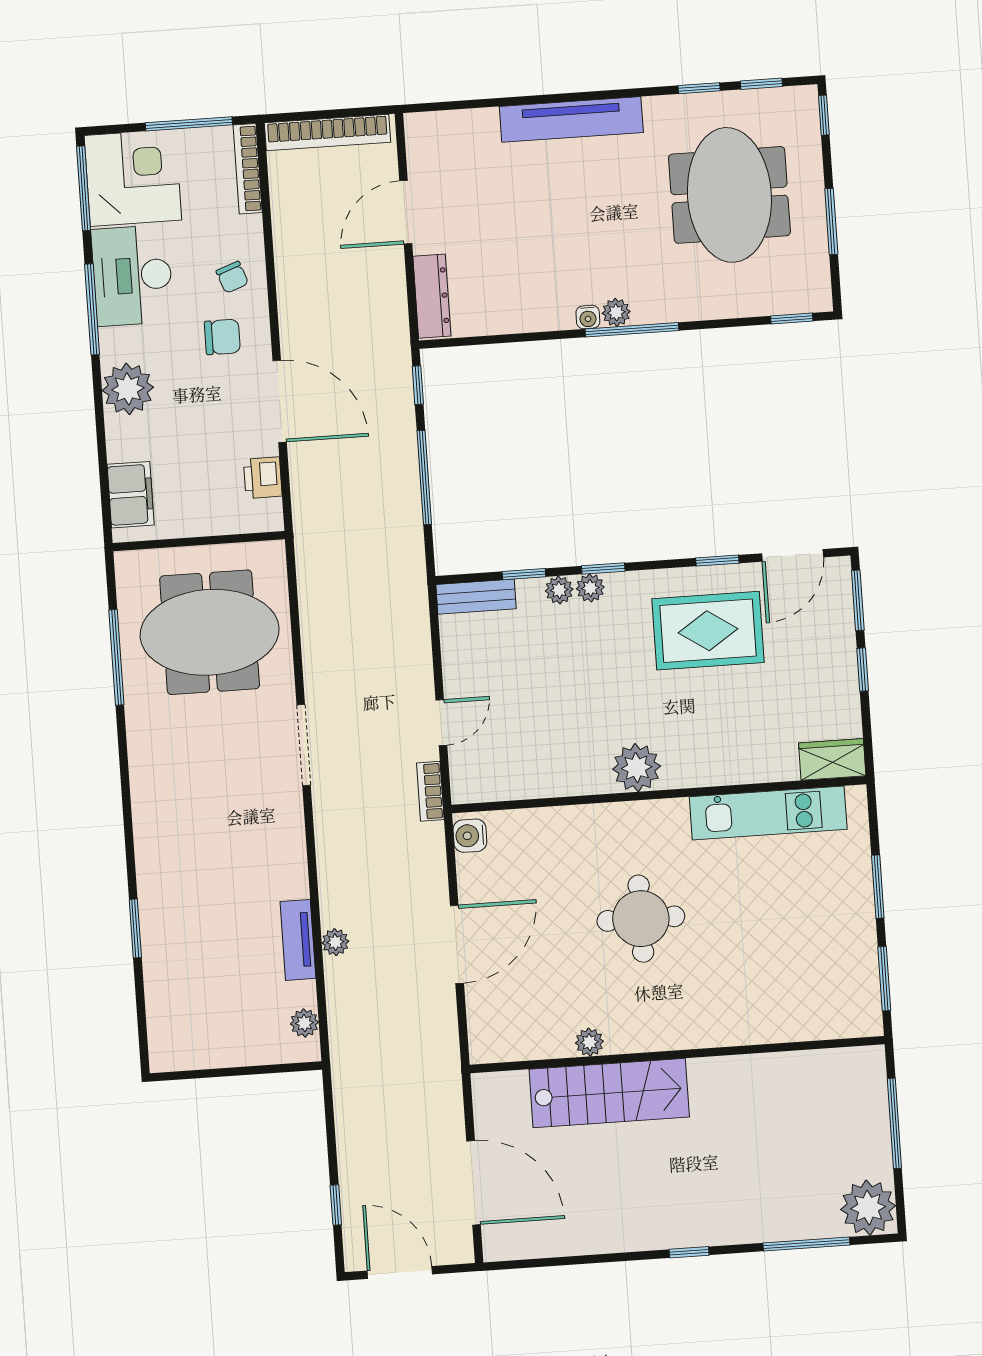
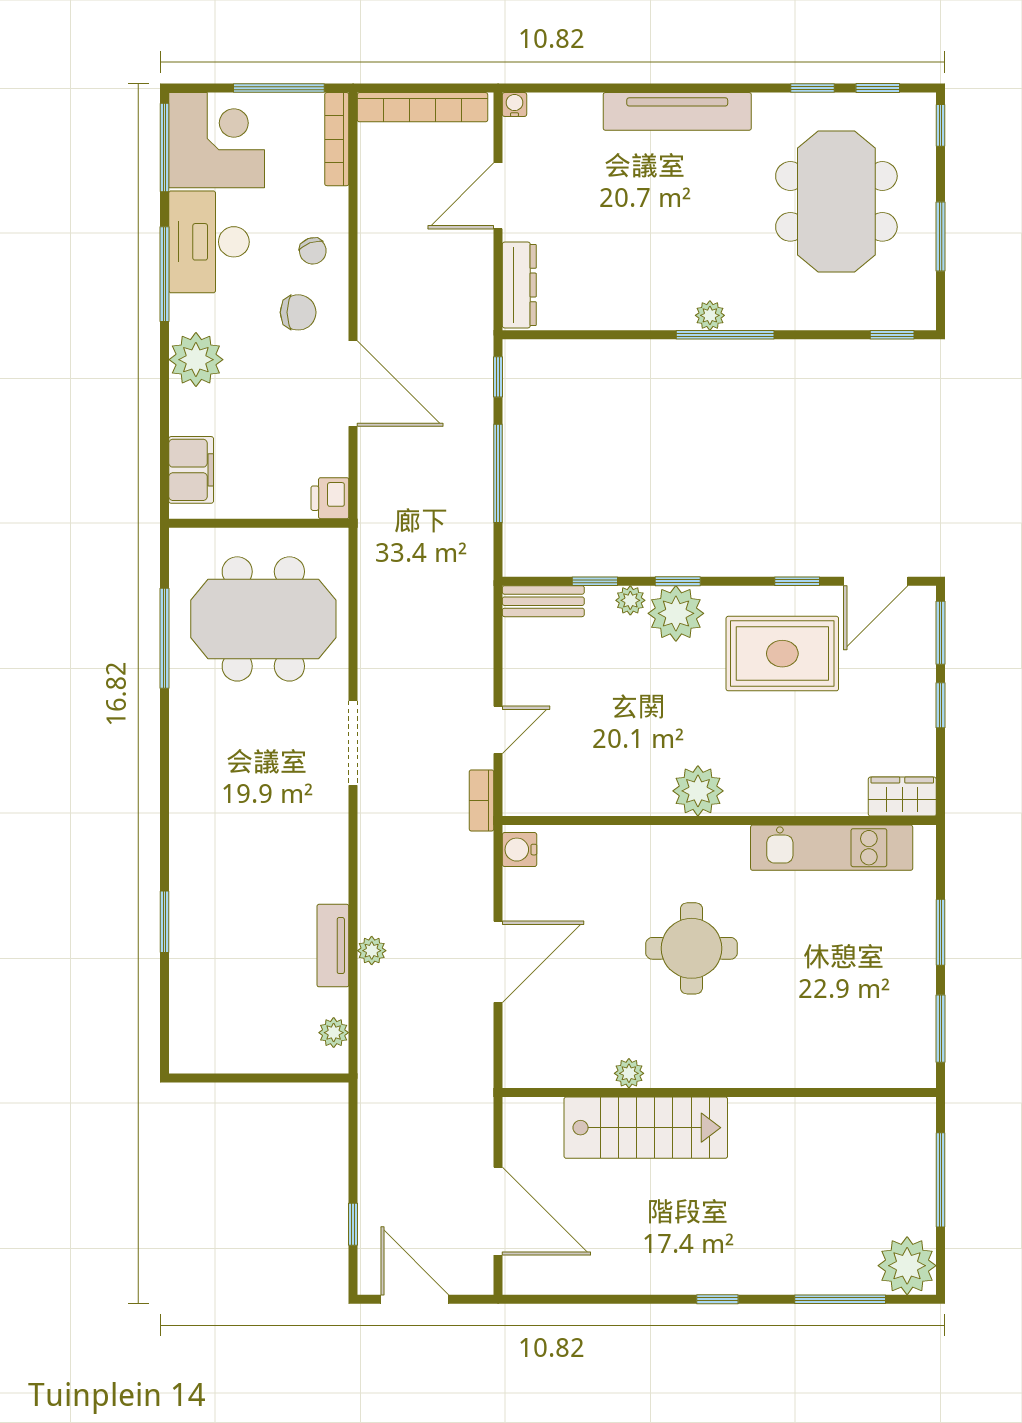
water cooler: (588, 317) -> (514, 104), moved, turned 180
printer: (263, 478) -> (330, 498), moved
plant: (590, 588) -> (676, 613), width x1.88, depth x1.88

